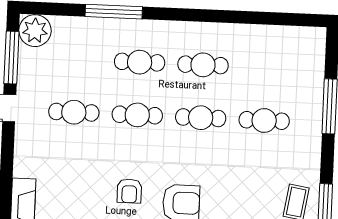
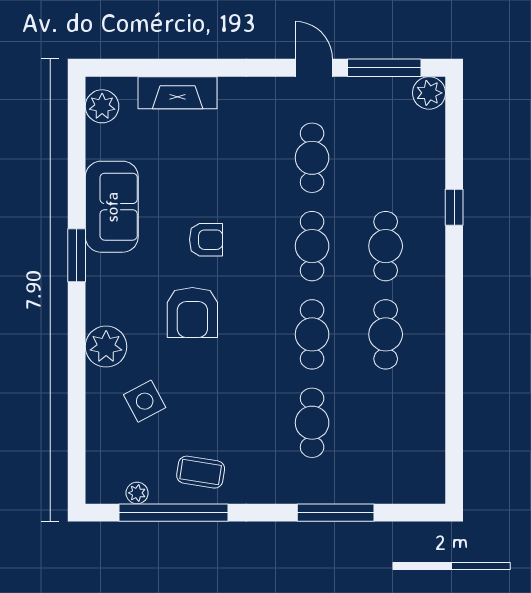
window: (114, 12) -> (454, 207), width x0.46
plant: (35, 31) -> (429, 93), width x0.73, depth x0.73
armchair: (129, 191) -> (206, 240), turned 180

